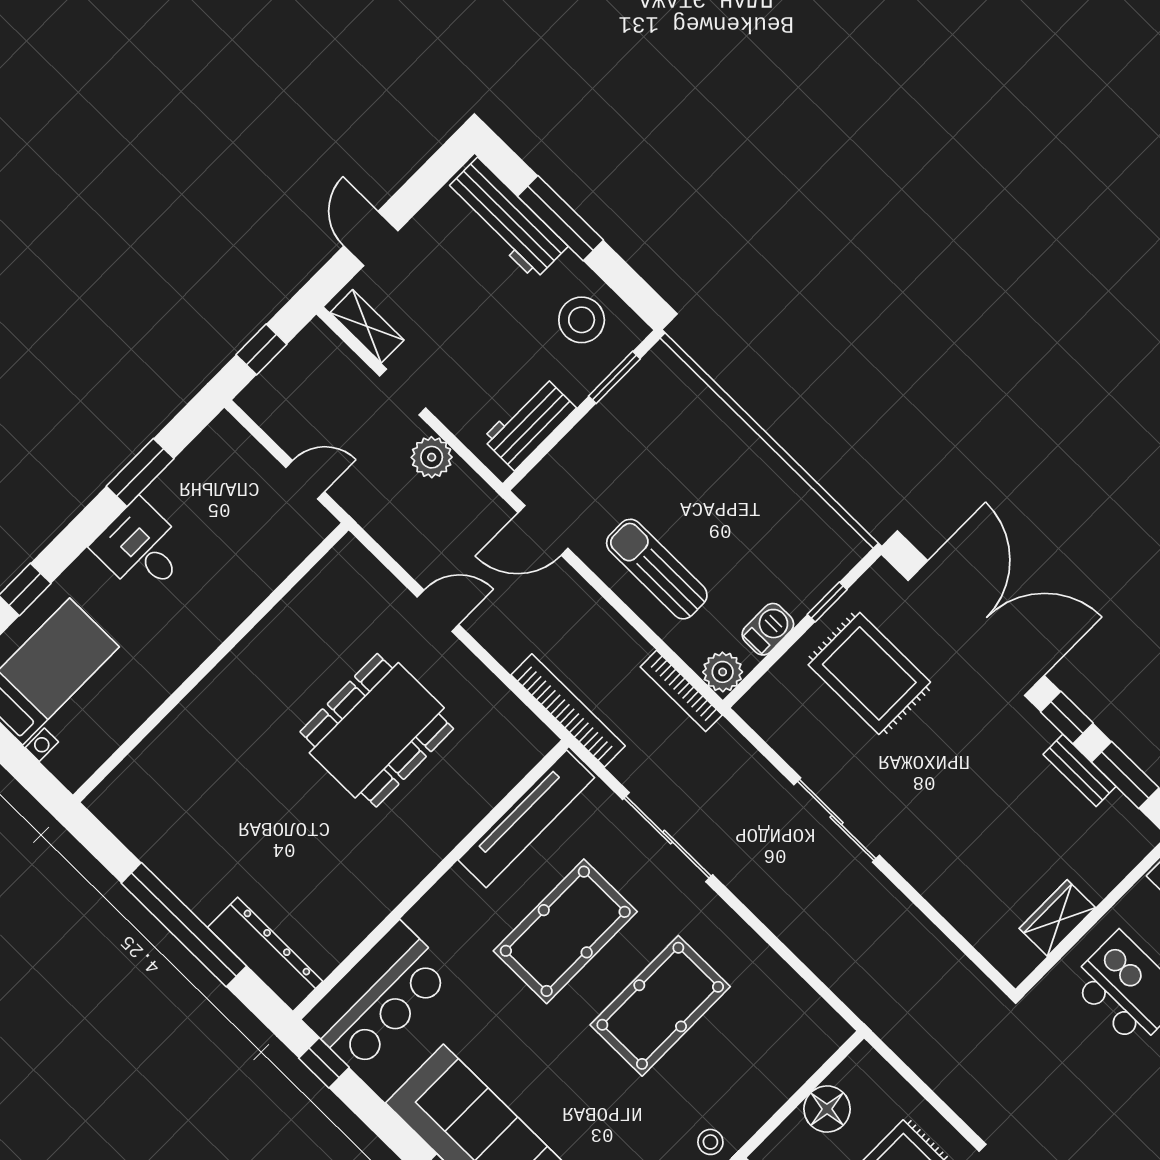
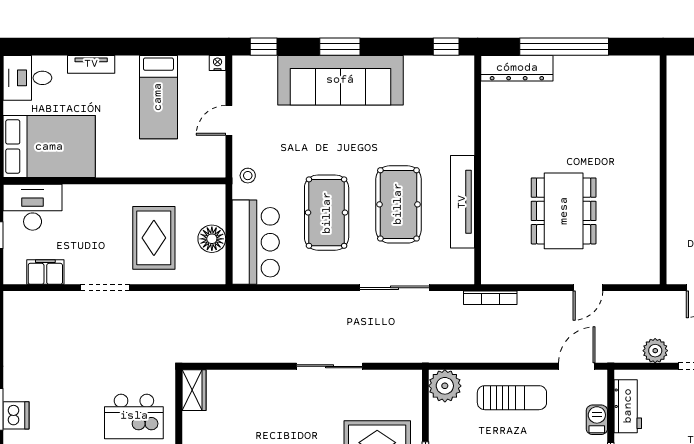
barbecue: (768, 629) -> (597, 420), moved, turned 180
plant: (723, 672) -> (445, 386), width x1.36, depth x1.36
bookcase: (681, 691) -> (450, 356), removed
bookcase: (568, 710) -> (490, 298), width x0.68, depth x0.76
tv unit: (526, 819) -> (462, 202), moved
wardrobe: (1057, 918) -> (194, 390), moved
bar counter: (378, 997) -> (256, 242), moved, turned 180

